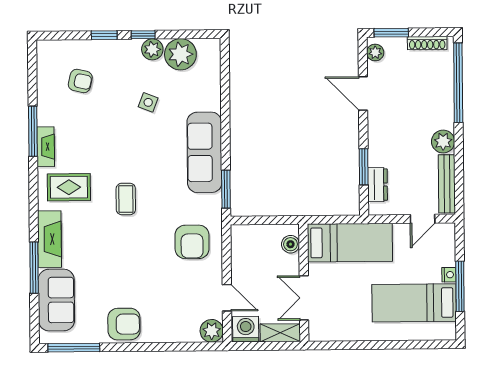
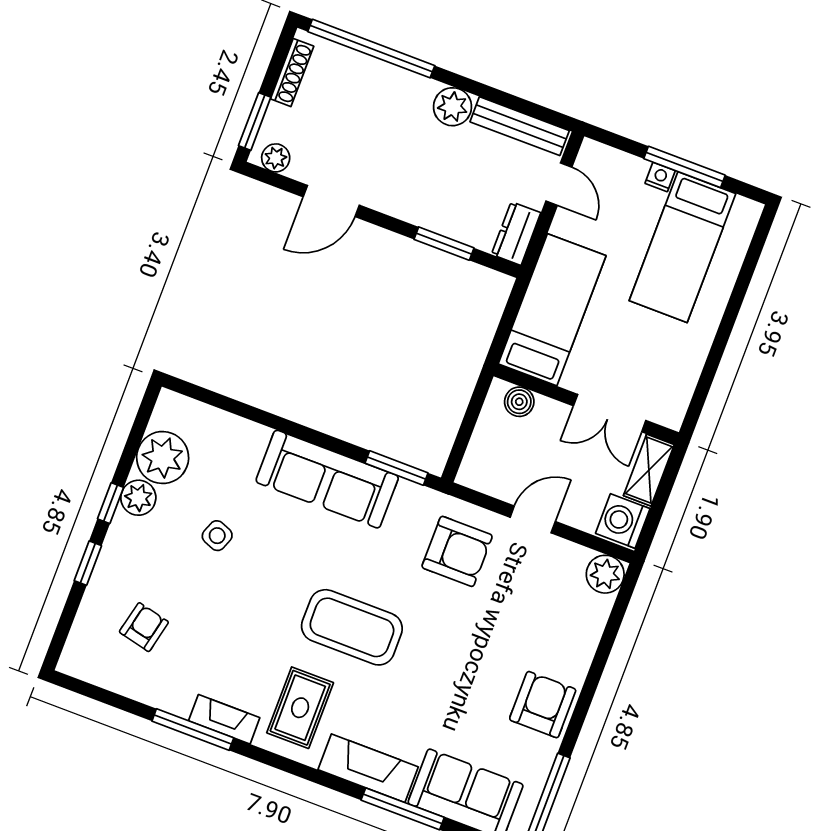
dresser: (378, 185) -> (516, 234), moved, turned -90
coffee table: (126, 199) -> (352, 627), width x1.86, depth x1.72
door: (227, 298) -> (533, 519), moved

